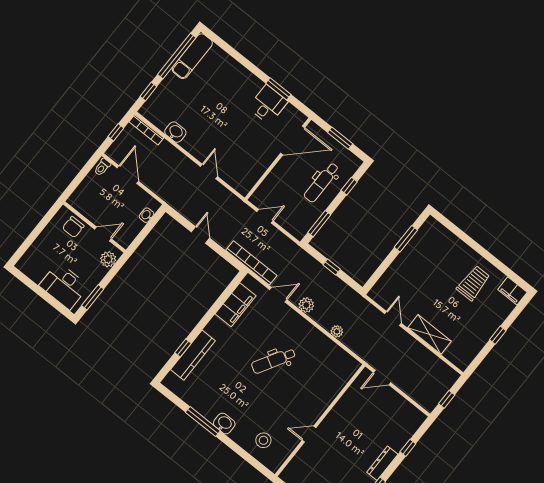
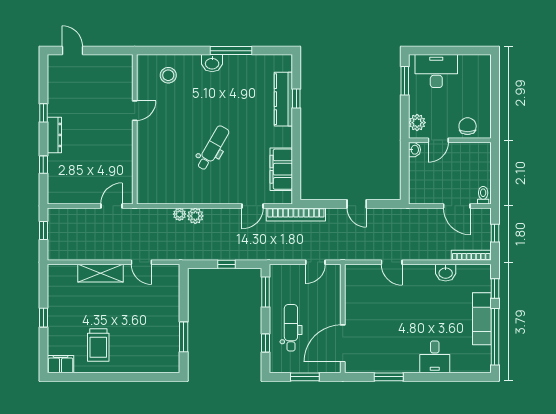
exam couch: (192, 56) -> (482, 319), moved
desk: (268, 105) -> (435, 357), moved
washbasin: (147, 215) -> (414, 150), moved
plant: (306, 305) -> (195, 216), moved

